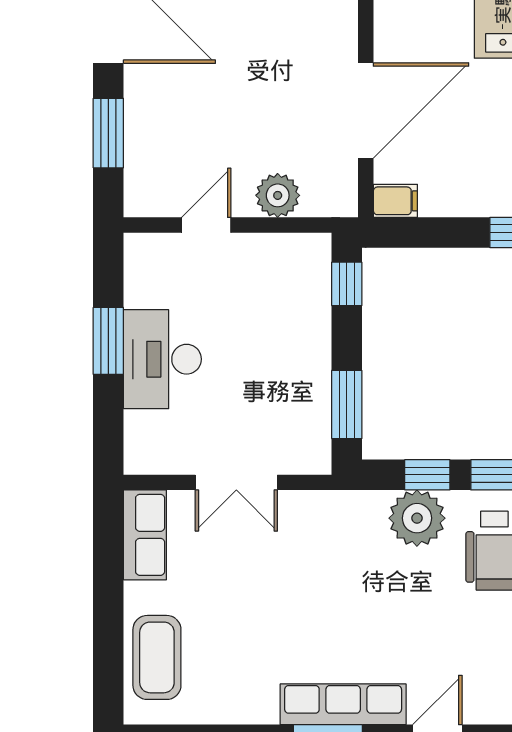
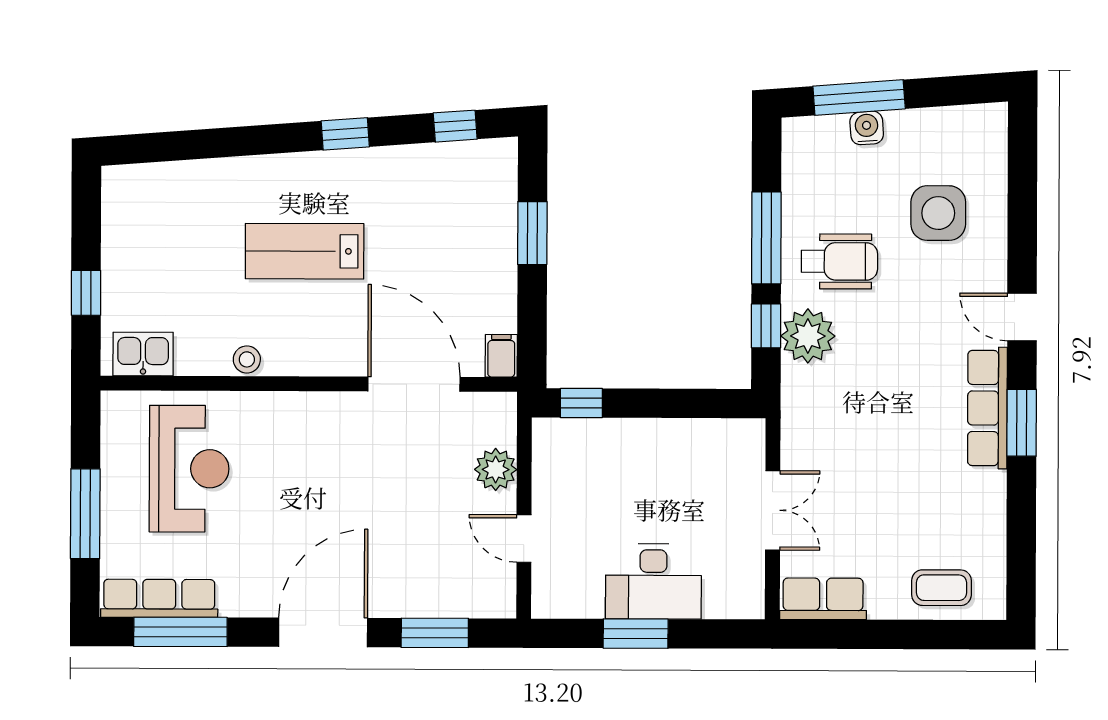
window: (347, 404) -> (698, 403), removed
coffee table: (157, 657) -> (942, 588), width x0.73, depth x0.77

